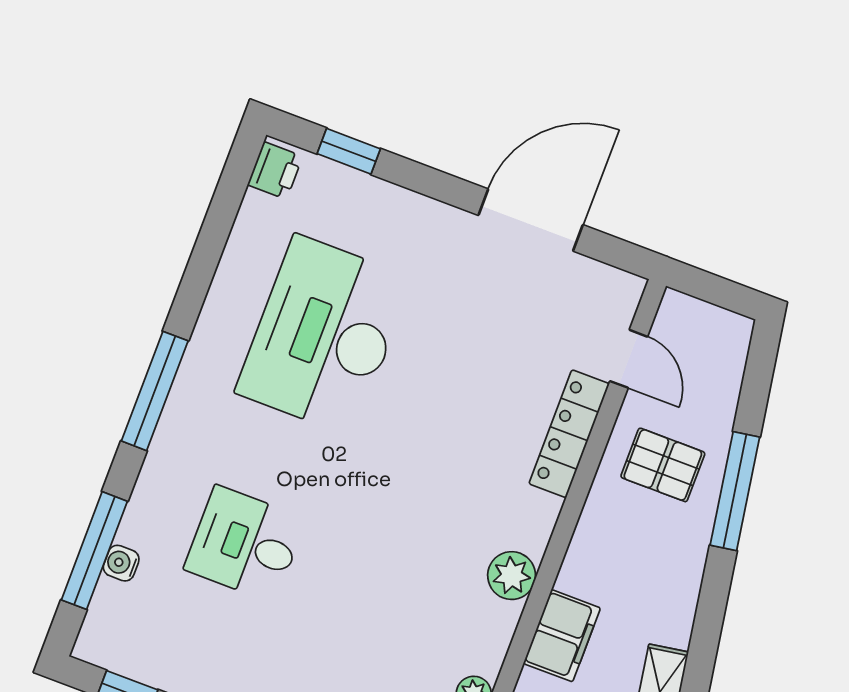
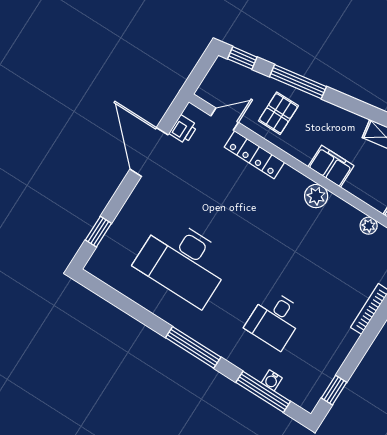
printer: (275, 171) -> (183, 129), moved, turned 90
window: (760, 369) -> (242, 58), added
filing cabinet: (562, 636) -> (331, 166), moved

